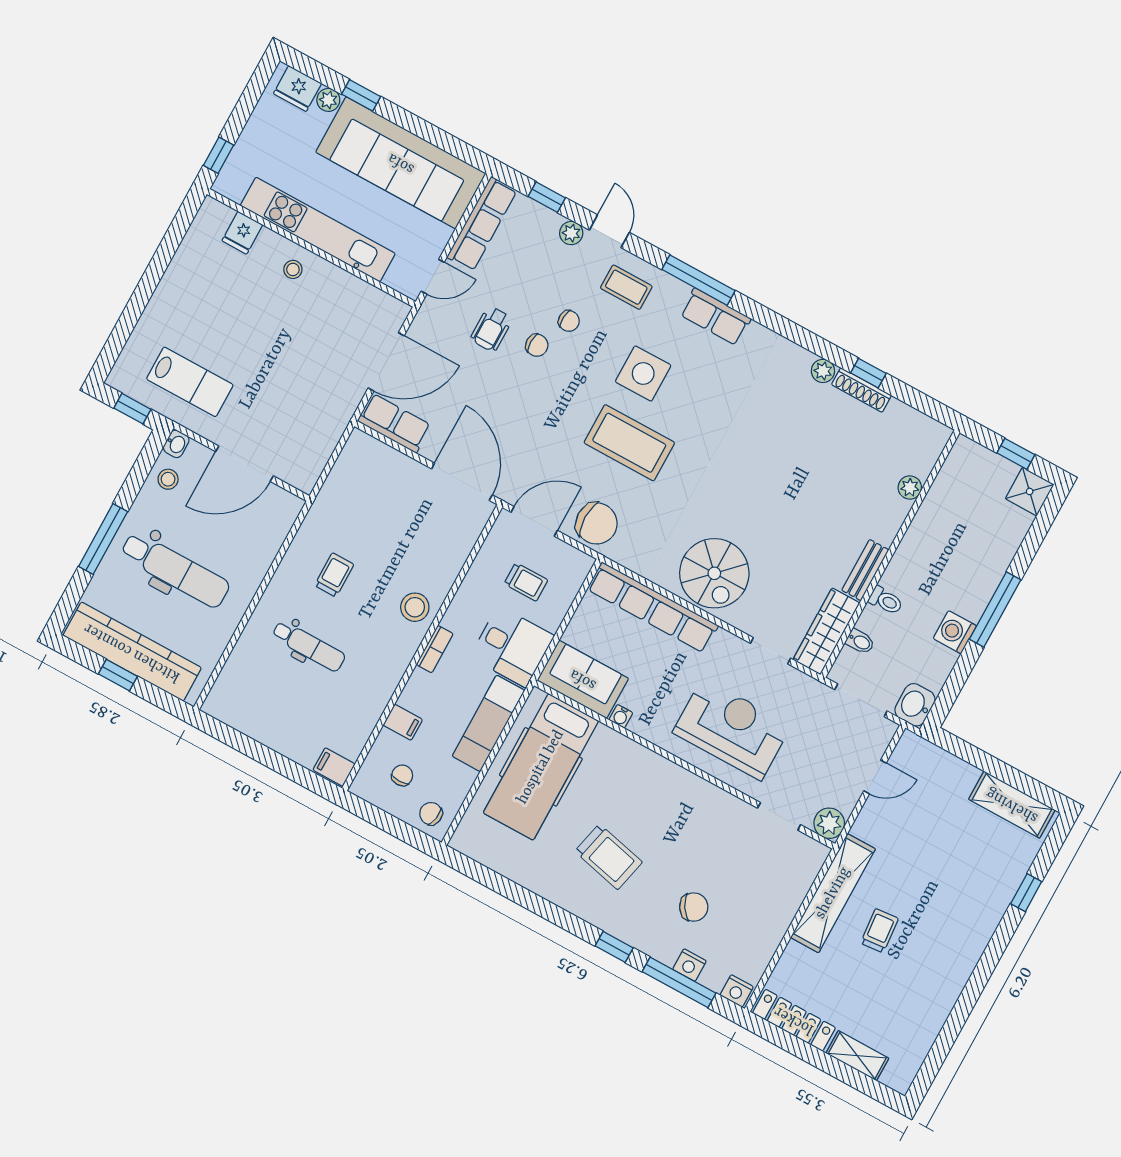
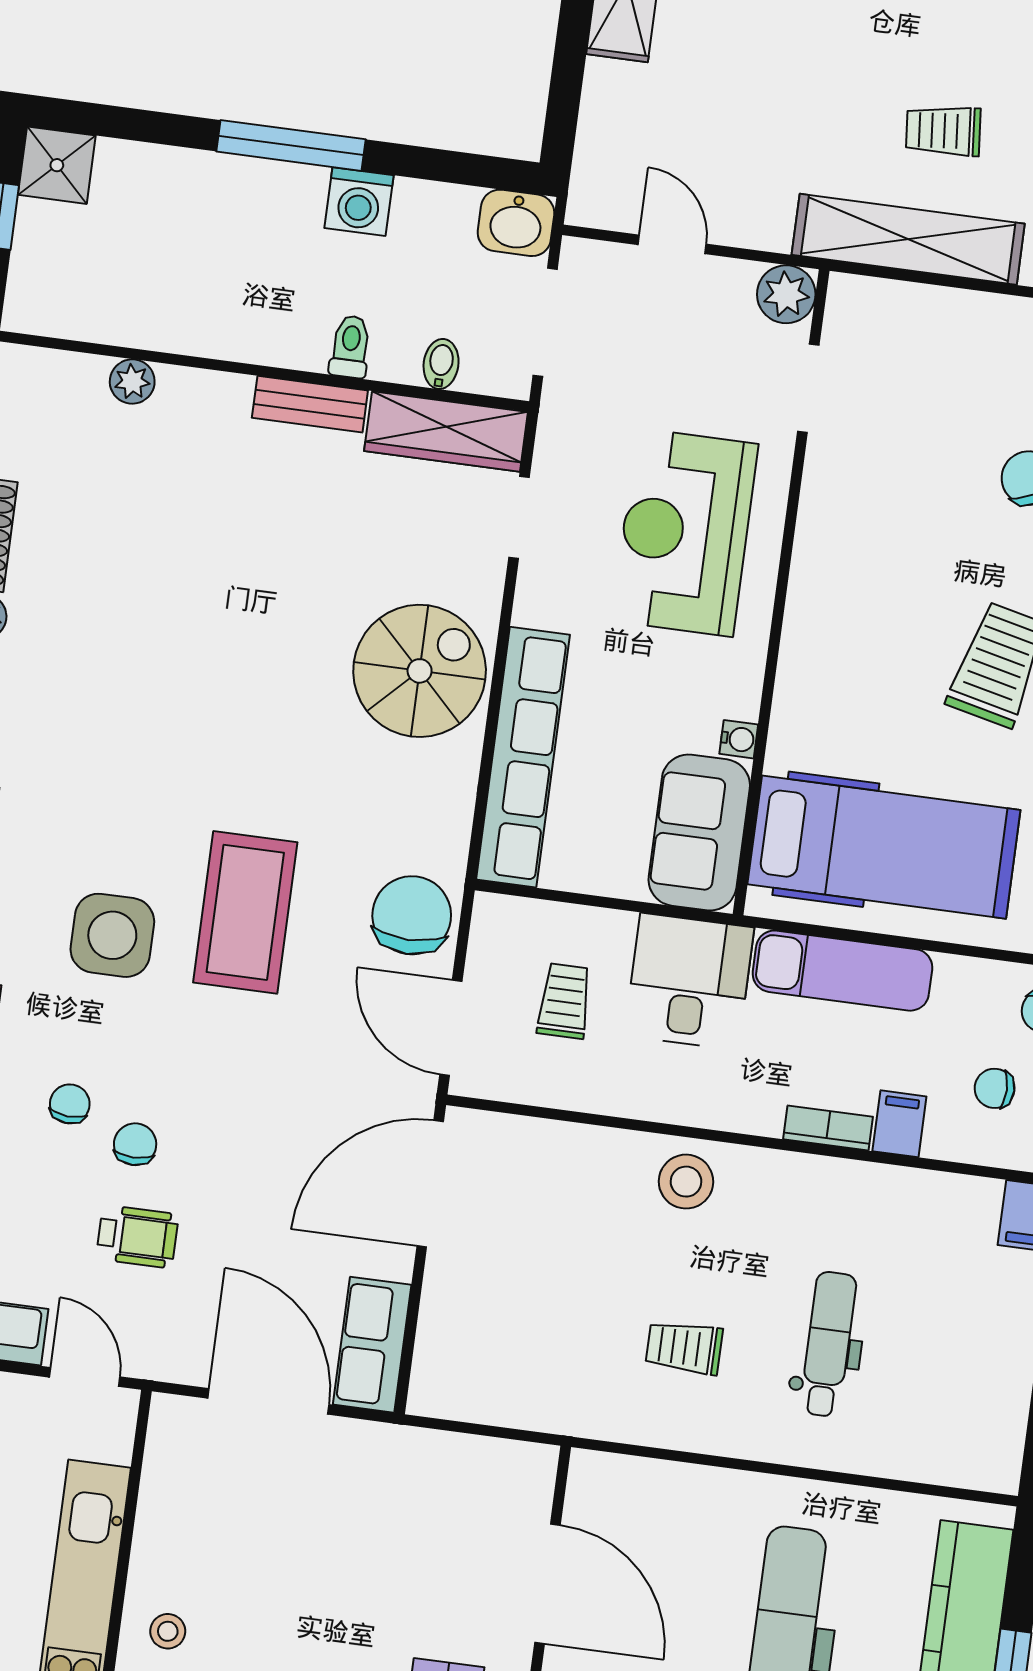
bookcase: (435, 649) -> (828, 1128), moved

